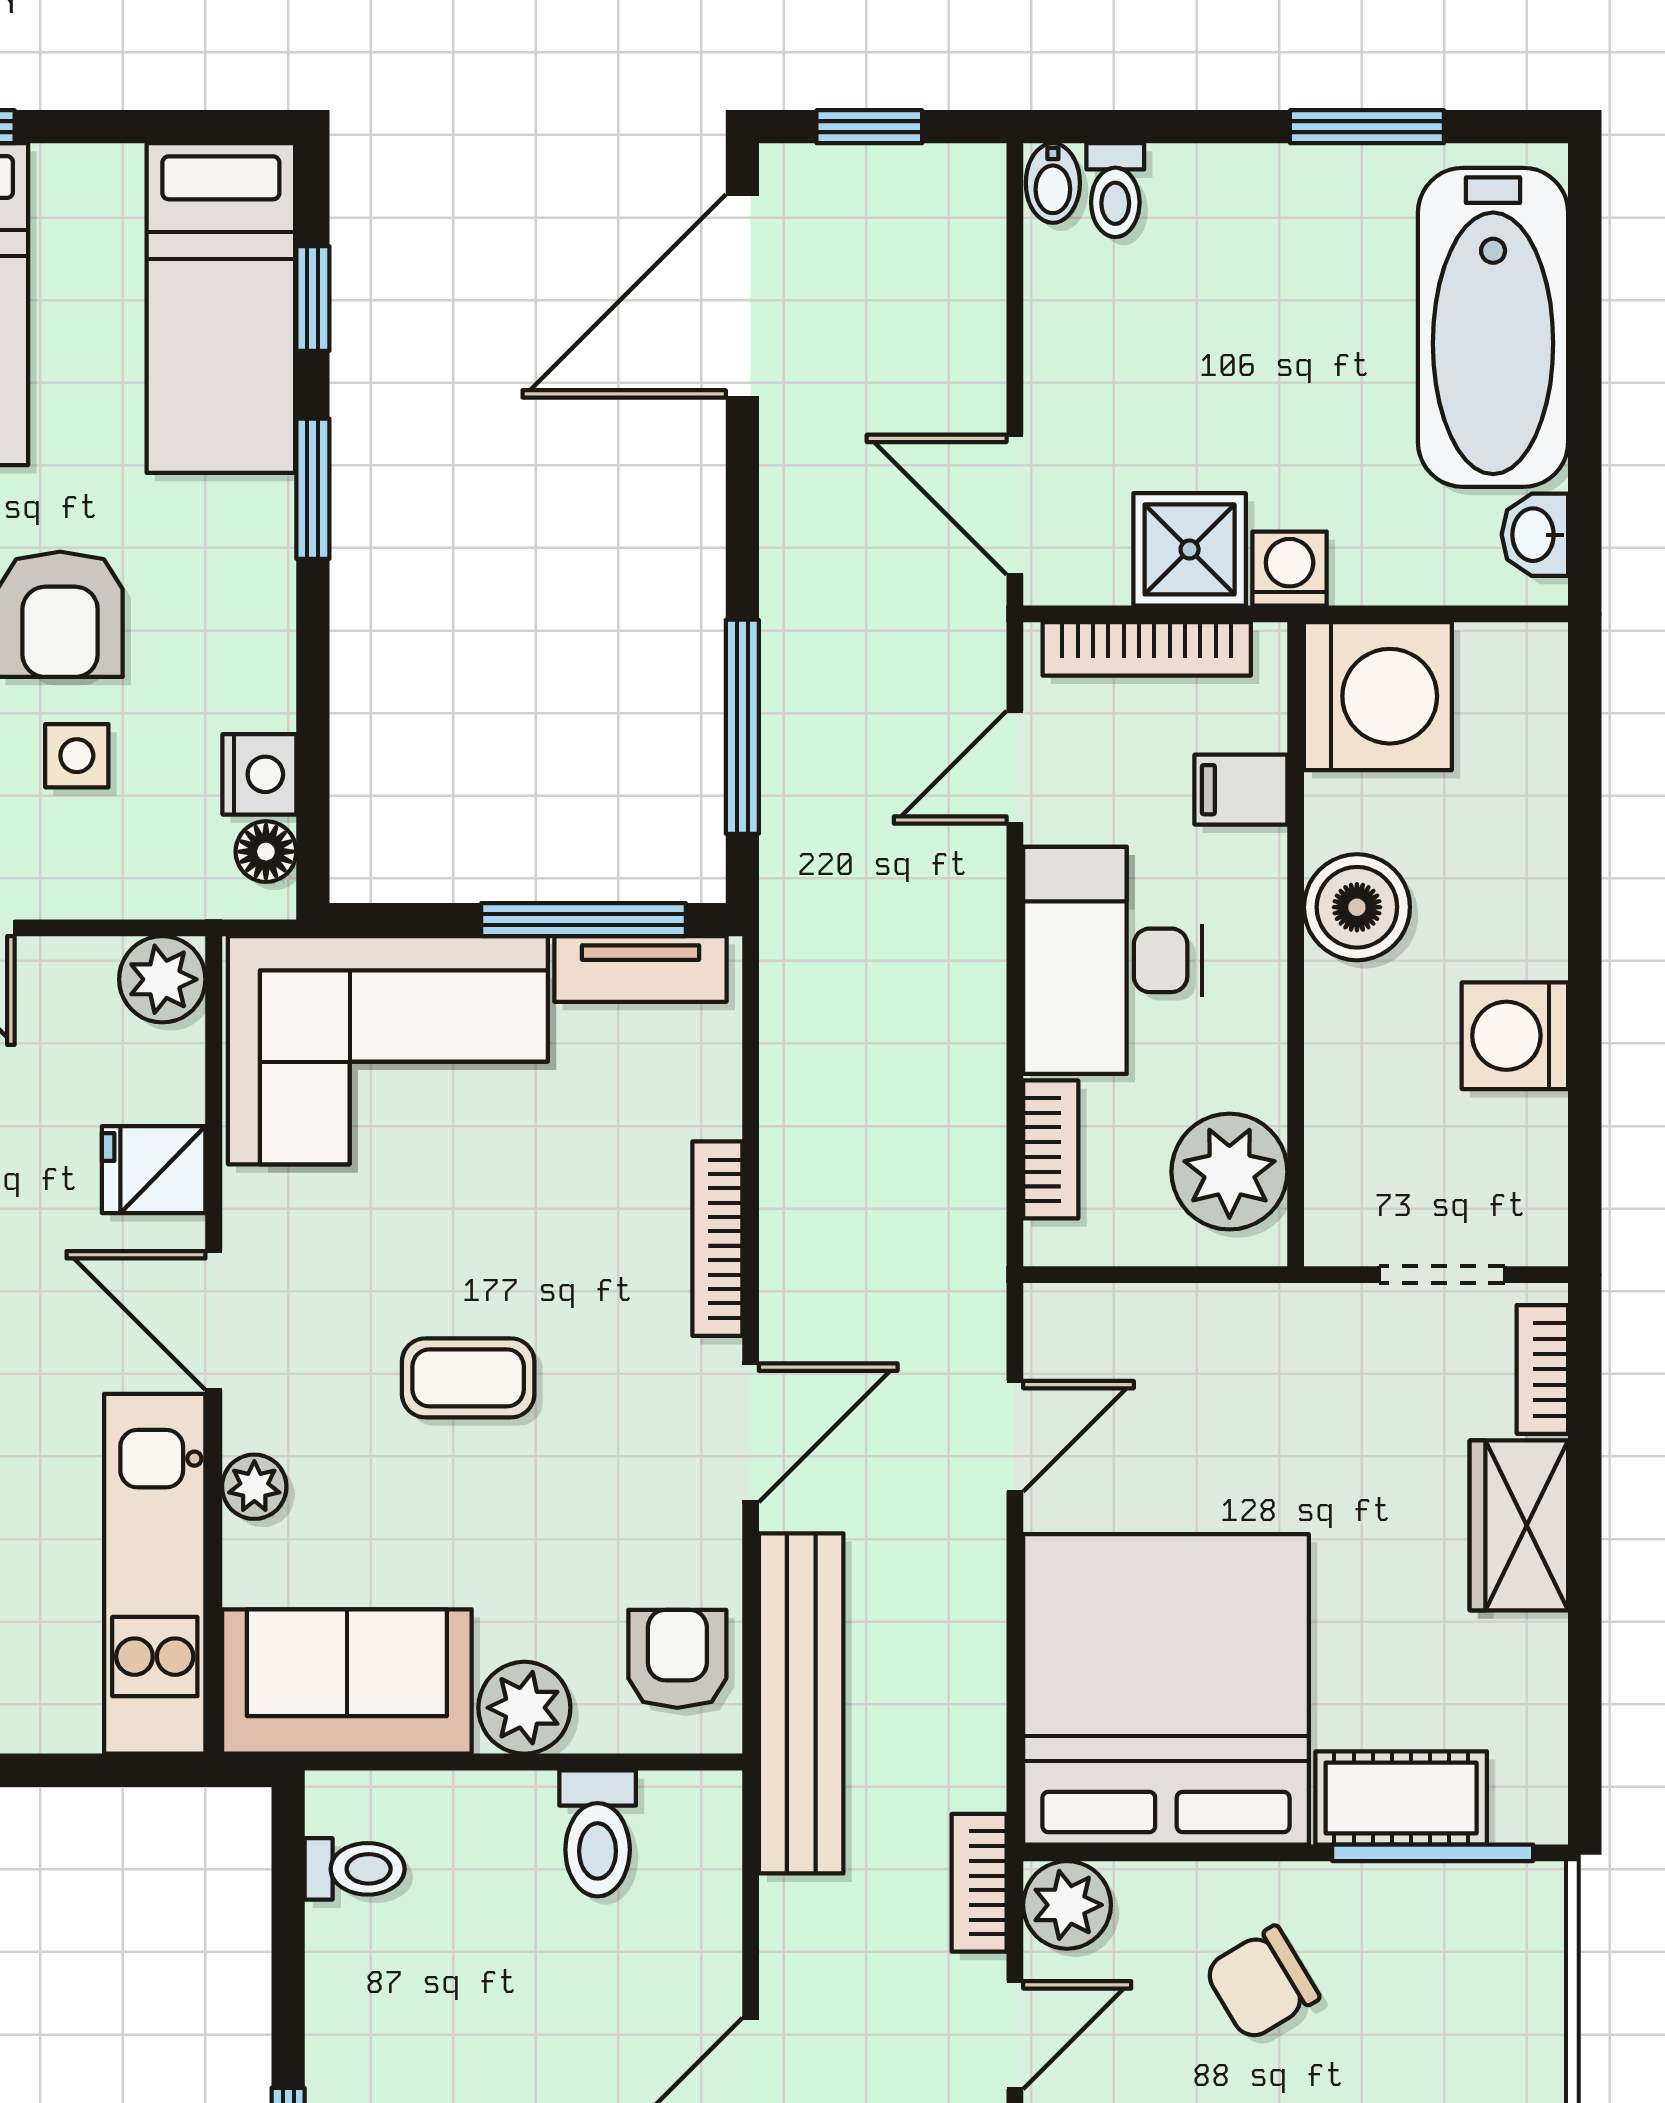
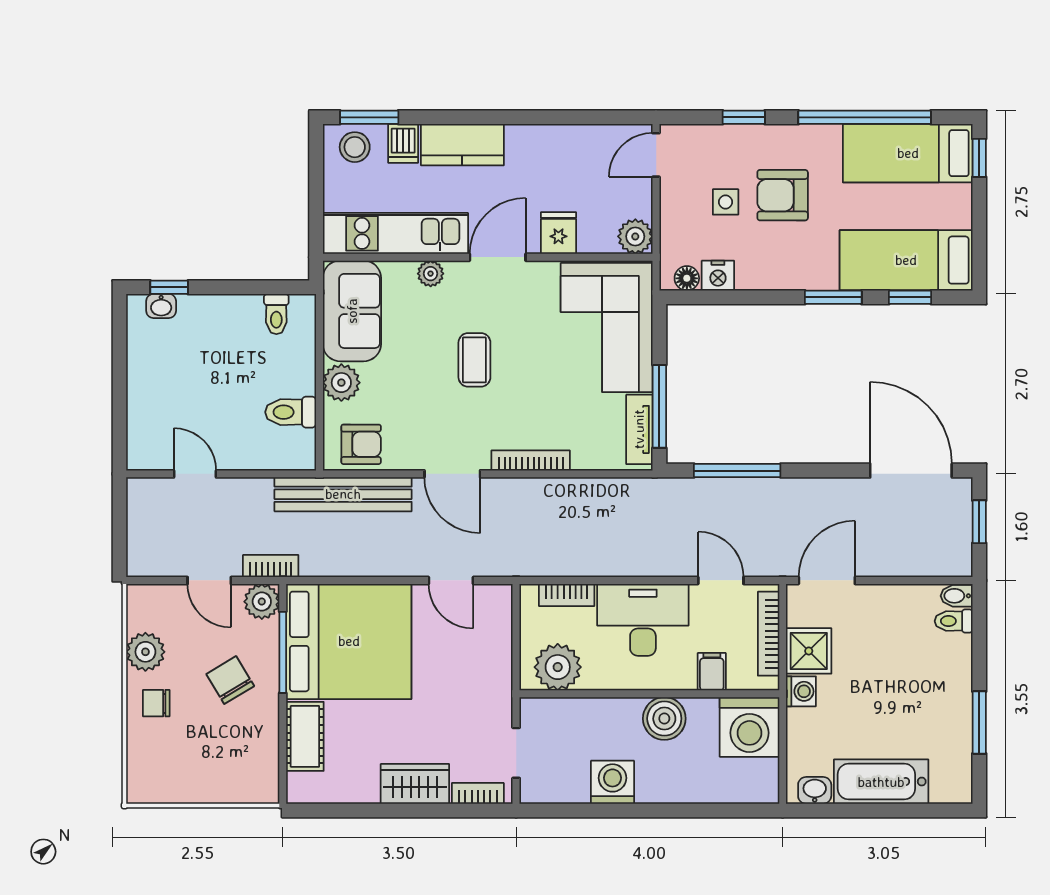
bathtub: (1493, 327) -> (881, 782), width x0.73, depth x0.73
window: (1433, 1853) -> (283, 652), moved

